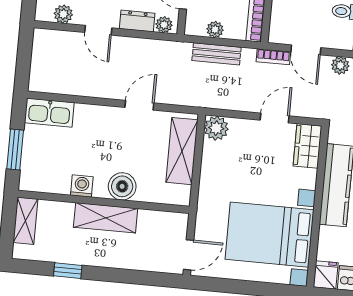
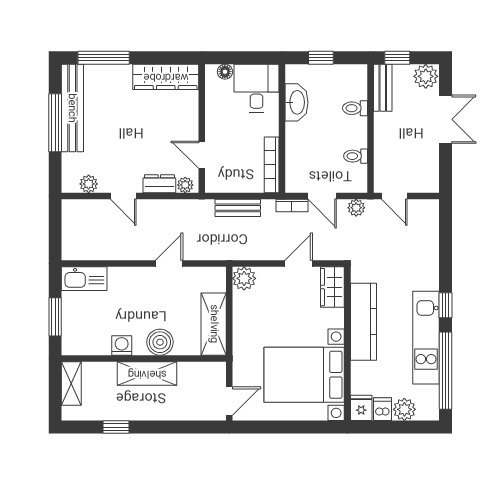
plant: (215, 29) -> (234, 185), removed
shelving: (182, 151) -> (214, 324), moved

